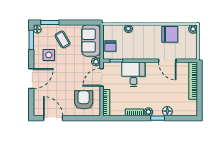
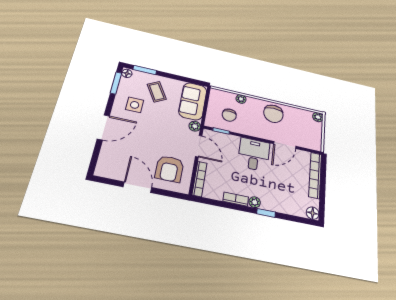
chair: (170, 34) -> (273, 114), moved, turned 90
chair: (110, 46) -> (229, 115), moved
door: (167, 61) -> (285, 145), hinge flipped
desk: (133, 74) -> (254, 154), moved
door: (102, 77) -> (199, 146), swing flipped
armchair: (84, 100) -> (169, 169), turned 180
floor lamp: (167, 111) -> (313, 213), moved
door: (53, 118) -> (138, 187), moved

